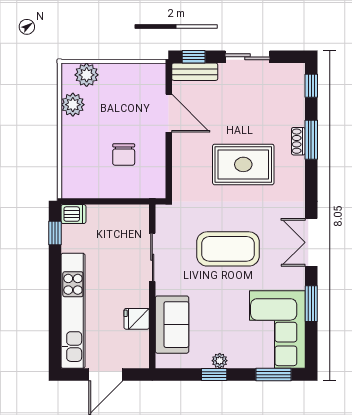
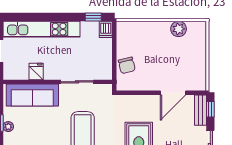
plant: (87, 75) -> (198, 38), removed
chair: (124, 155) -> (127, 65), moved, turned -104
sofa: (172, 325) -> (32, 95), width x1.36

